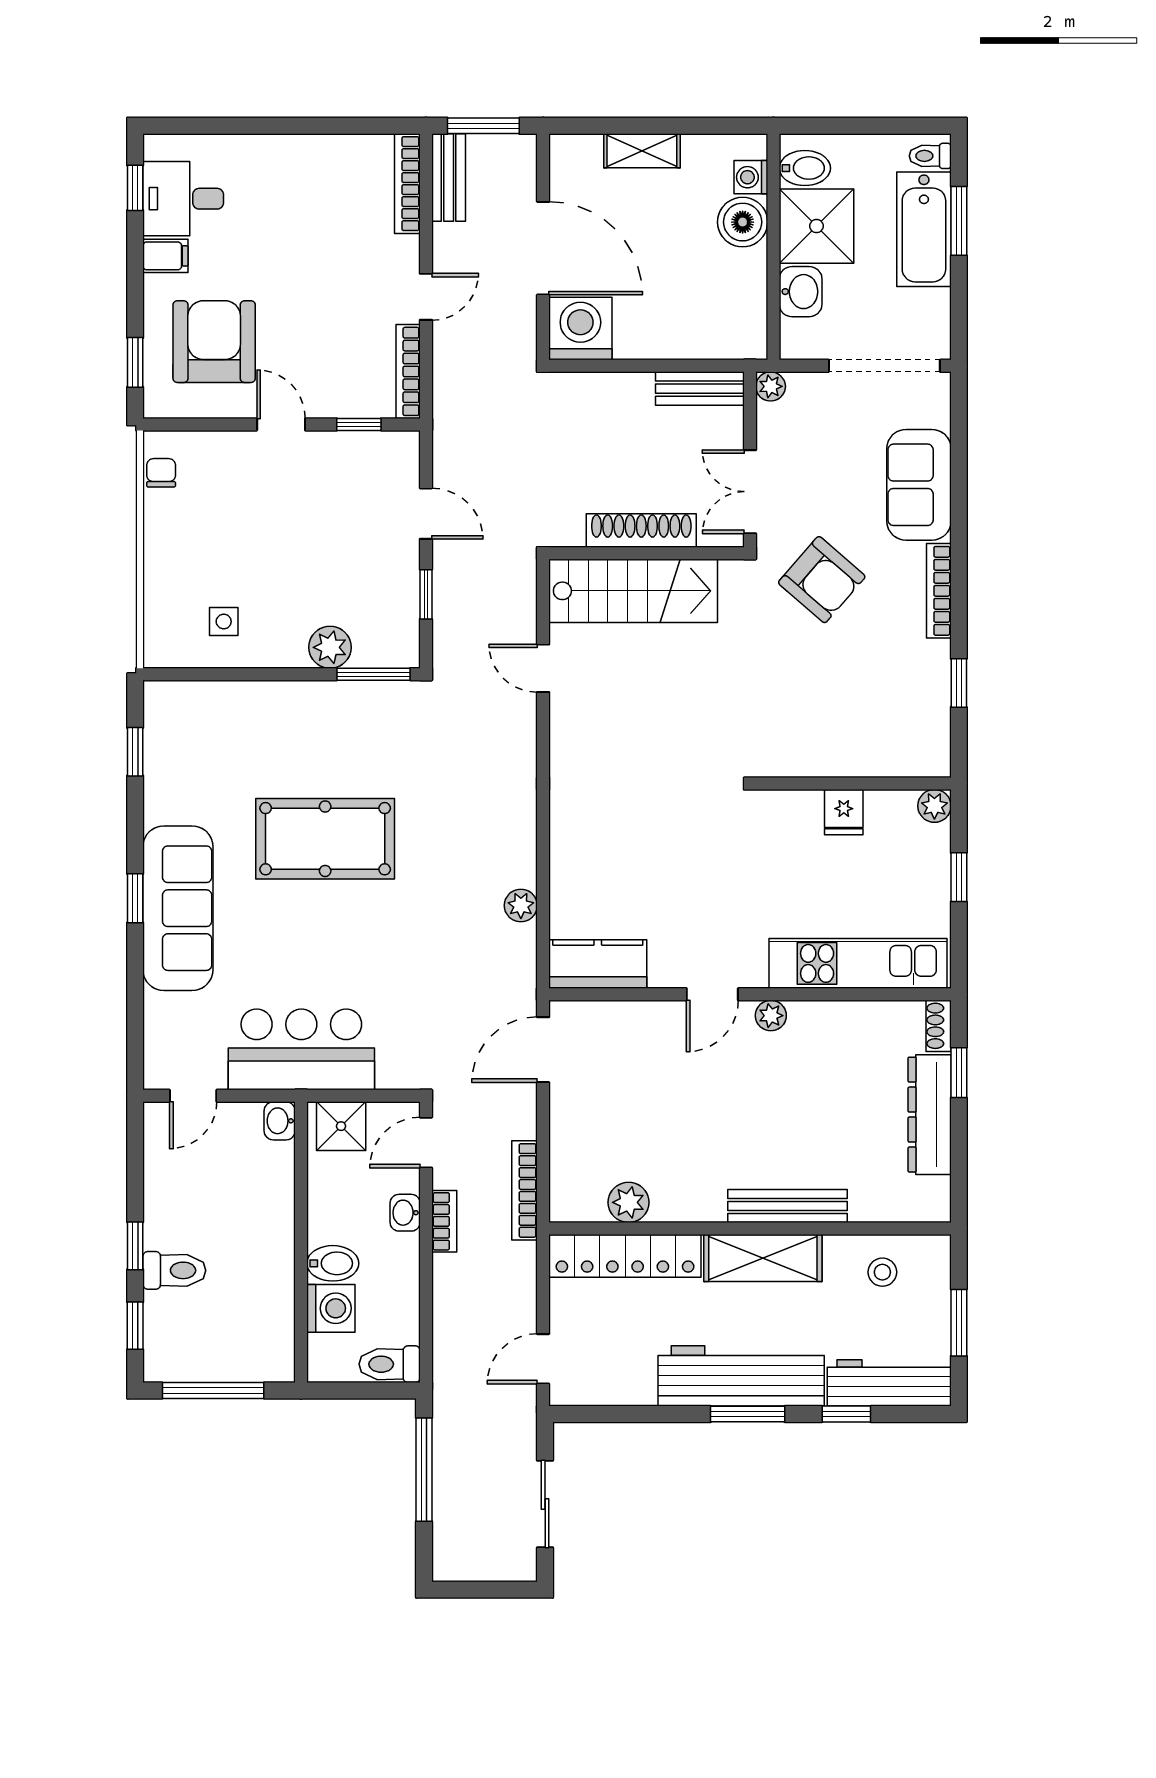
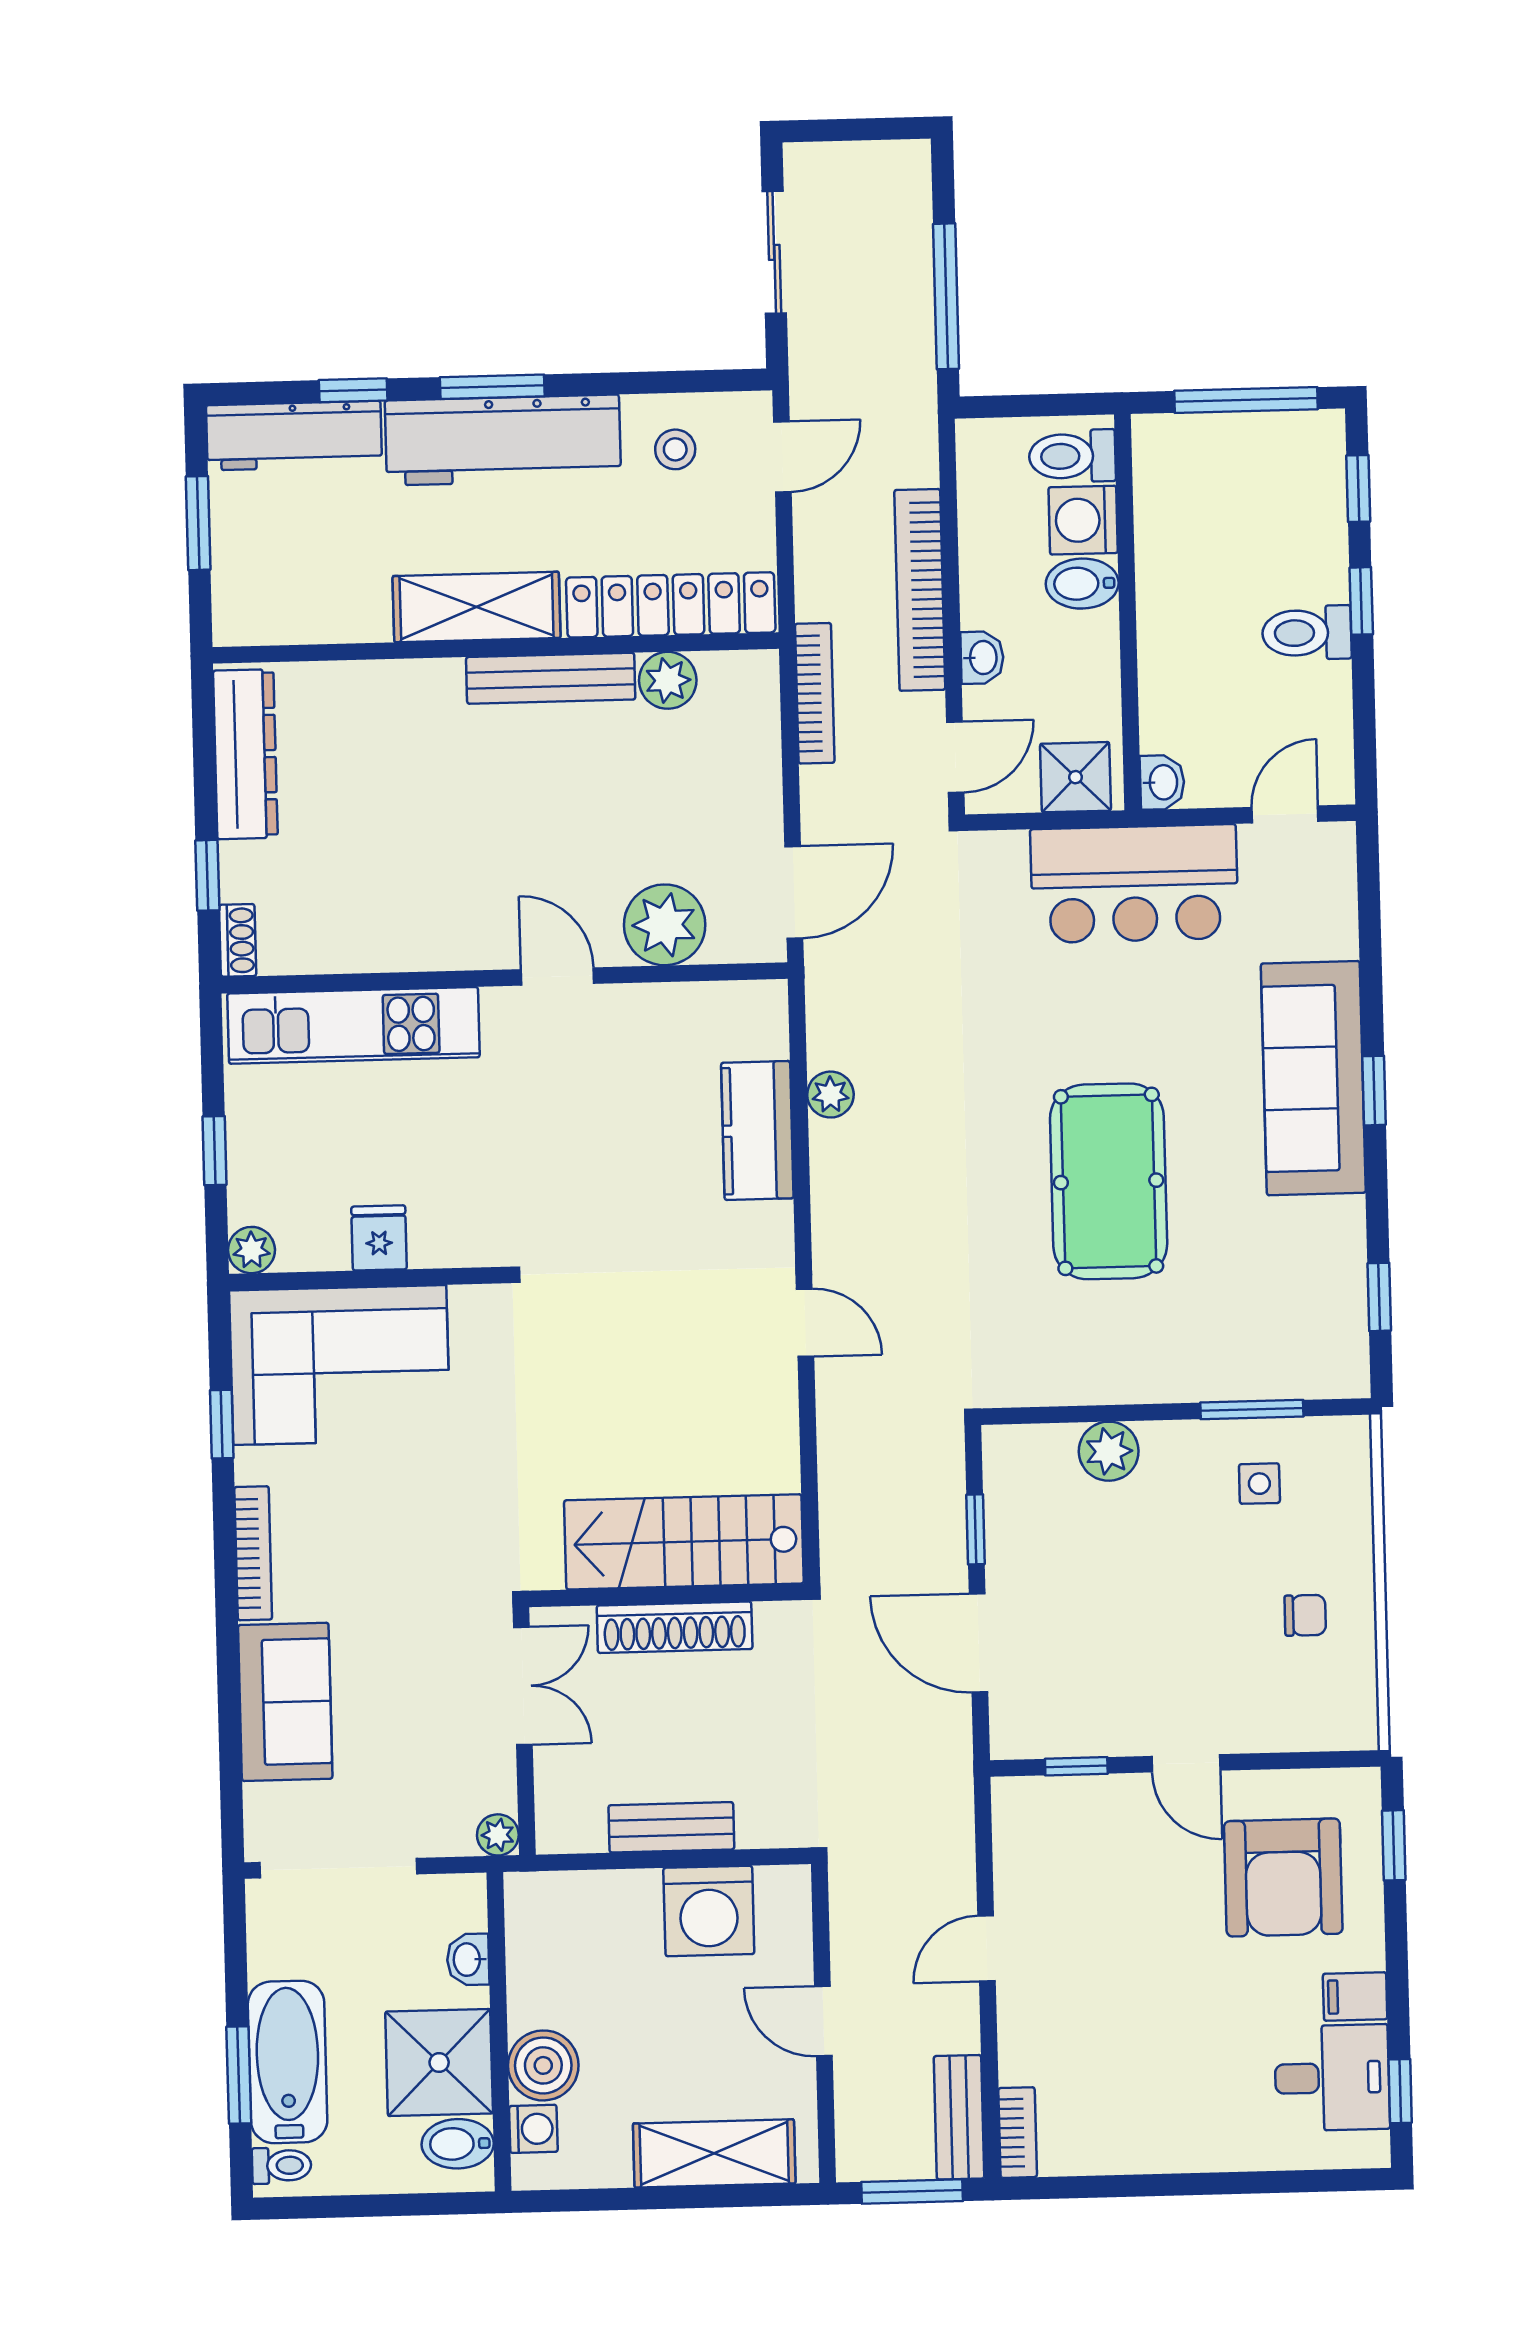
shelving: (642, 151) -> (714, 2153), width x1.50, depth x1.33
bookcase: (407, 184) -> (1018, 2133), width x0.64
door: (543, 248) -> (823, 2021), width x0.53
washbasin: (801, 292) -> (468, 1960), width x0.72, depth x0.69
washing machine: (580, 329) -> (709, 1911), moved
bookcase: (408, 371) -> (1009, 1843), removed
bench: (700, 389) -> (671, 1827), moved
chair: (161, 473) -> (1305, 1615), moved, turned -90
door: (426, 514) -> (979, 1643), width x1.38
armchair: (822, 580) -> (419, 1565), removed
door: (543, 668) -> (805, 1323), moved
window: (374, 674) -> (1252, 1409), moved
corner sofa: (874, 723) -> (340, 1365), added
pool table: (325, 839) -> (1109, 1181), turned 90
kitchen counter: (598, 964) -> (757, 1130), moved, turned 90
door: (712, 994) -> (557, 976), hinge flipped
plant: (771, 1016) -> (665, 925), moved, width x1.88, depth x1.88
dresser: (930, 1115) -> (245, 754), moved
bench: (787, 1206) -> (551, 678), moved
bookcase: (444, 1221) -> (920, 590), width x2.31, depth x1.31
toilet: (174, 1270) -> (1307, 633), moved
stool: (882, 1272) -> (675, 449), moved
toilet: (390, 1364) -> (1072, 456), moved, turned 180

